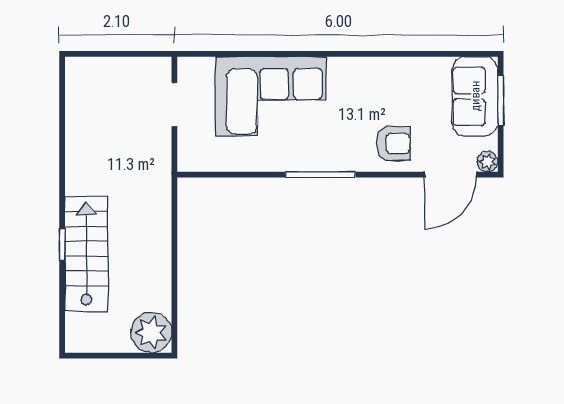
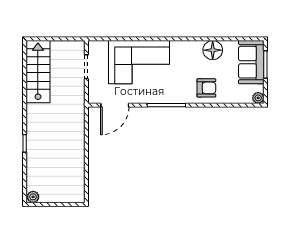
floor lamp: (405, 74) -> (213, 50), added
door: (451, 175) -> (115, 105), moved
stairs: (86, 254) -> (38, 72), moved
plant: (151, 332) -> (33, 197), moved, width x0.53, depth x0.53

